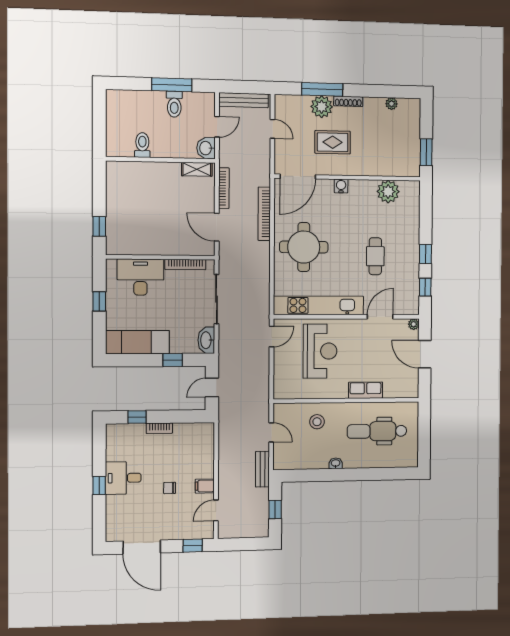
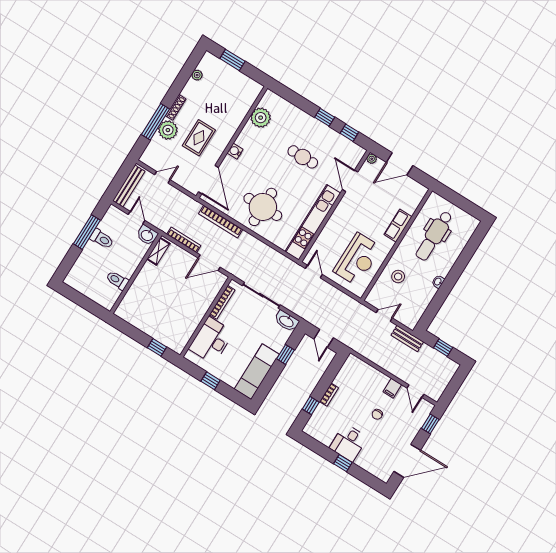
window: (426, 152) -> (232, 60), moved
reception desk: (320, 351) -> (357, 259), moved, turned 90

